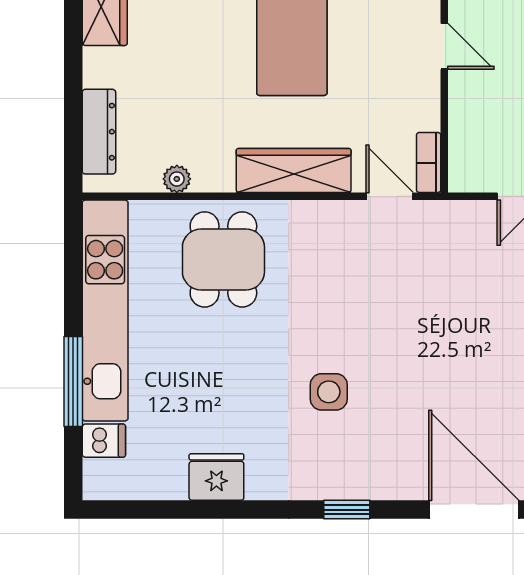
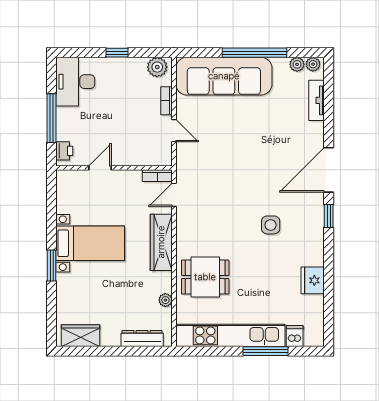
door: (474, 510) -> (329, 170), moved

